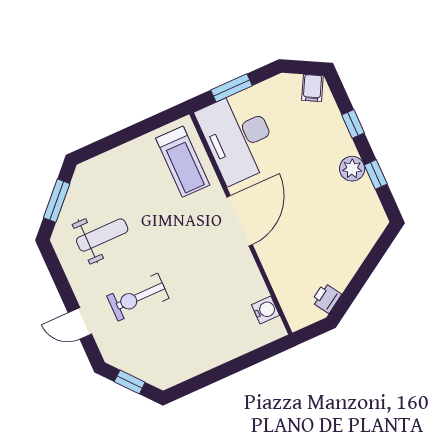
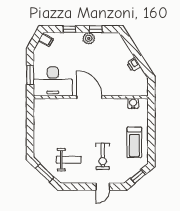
treadmill: (183, 162) -> (134, 142), moved, turned 90
weight bench: (102, 235) -> (69, 160), turned 90
printer: (326, 298) -> (133, 65), moved

